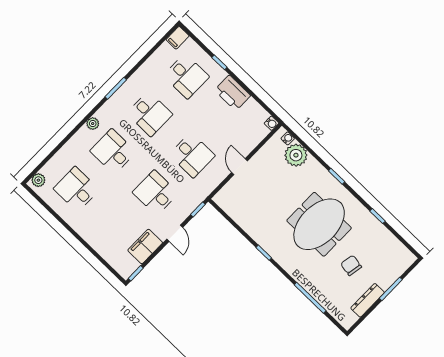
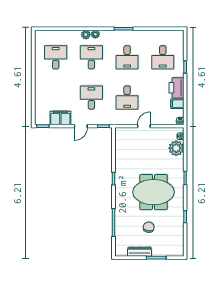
filing cabinet: (178, 38) -> (177, 104), moved
plant: (38, 180) -> (86, 35), moved

